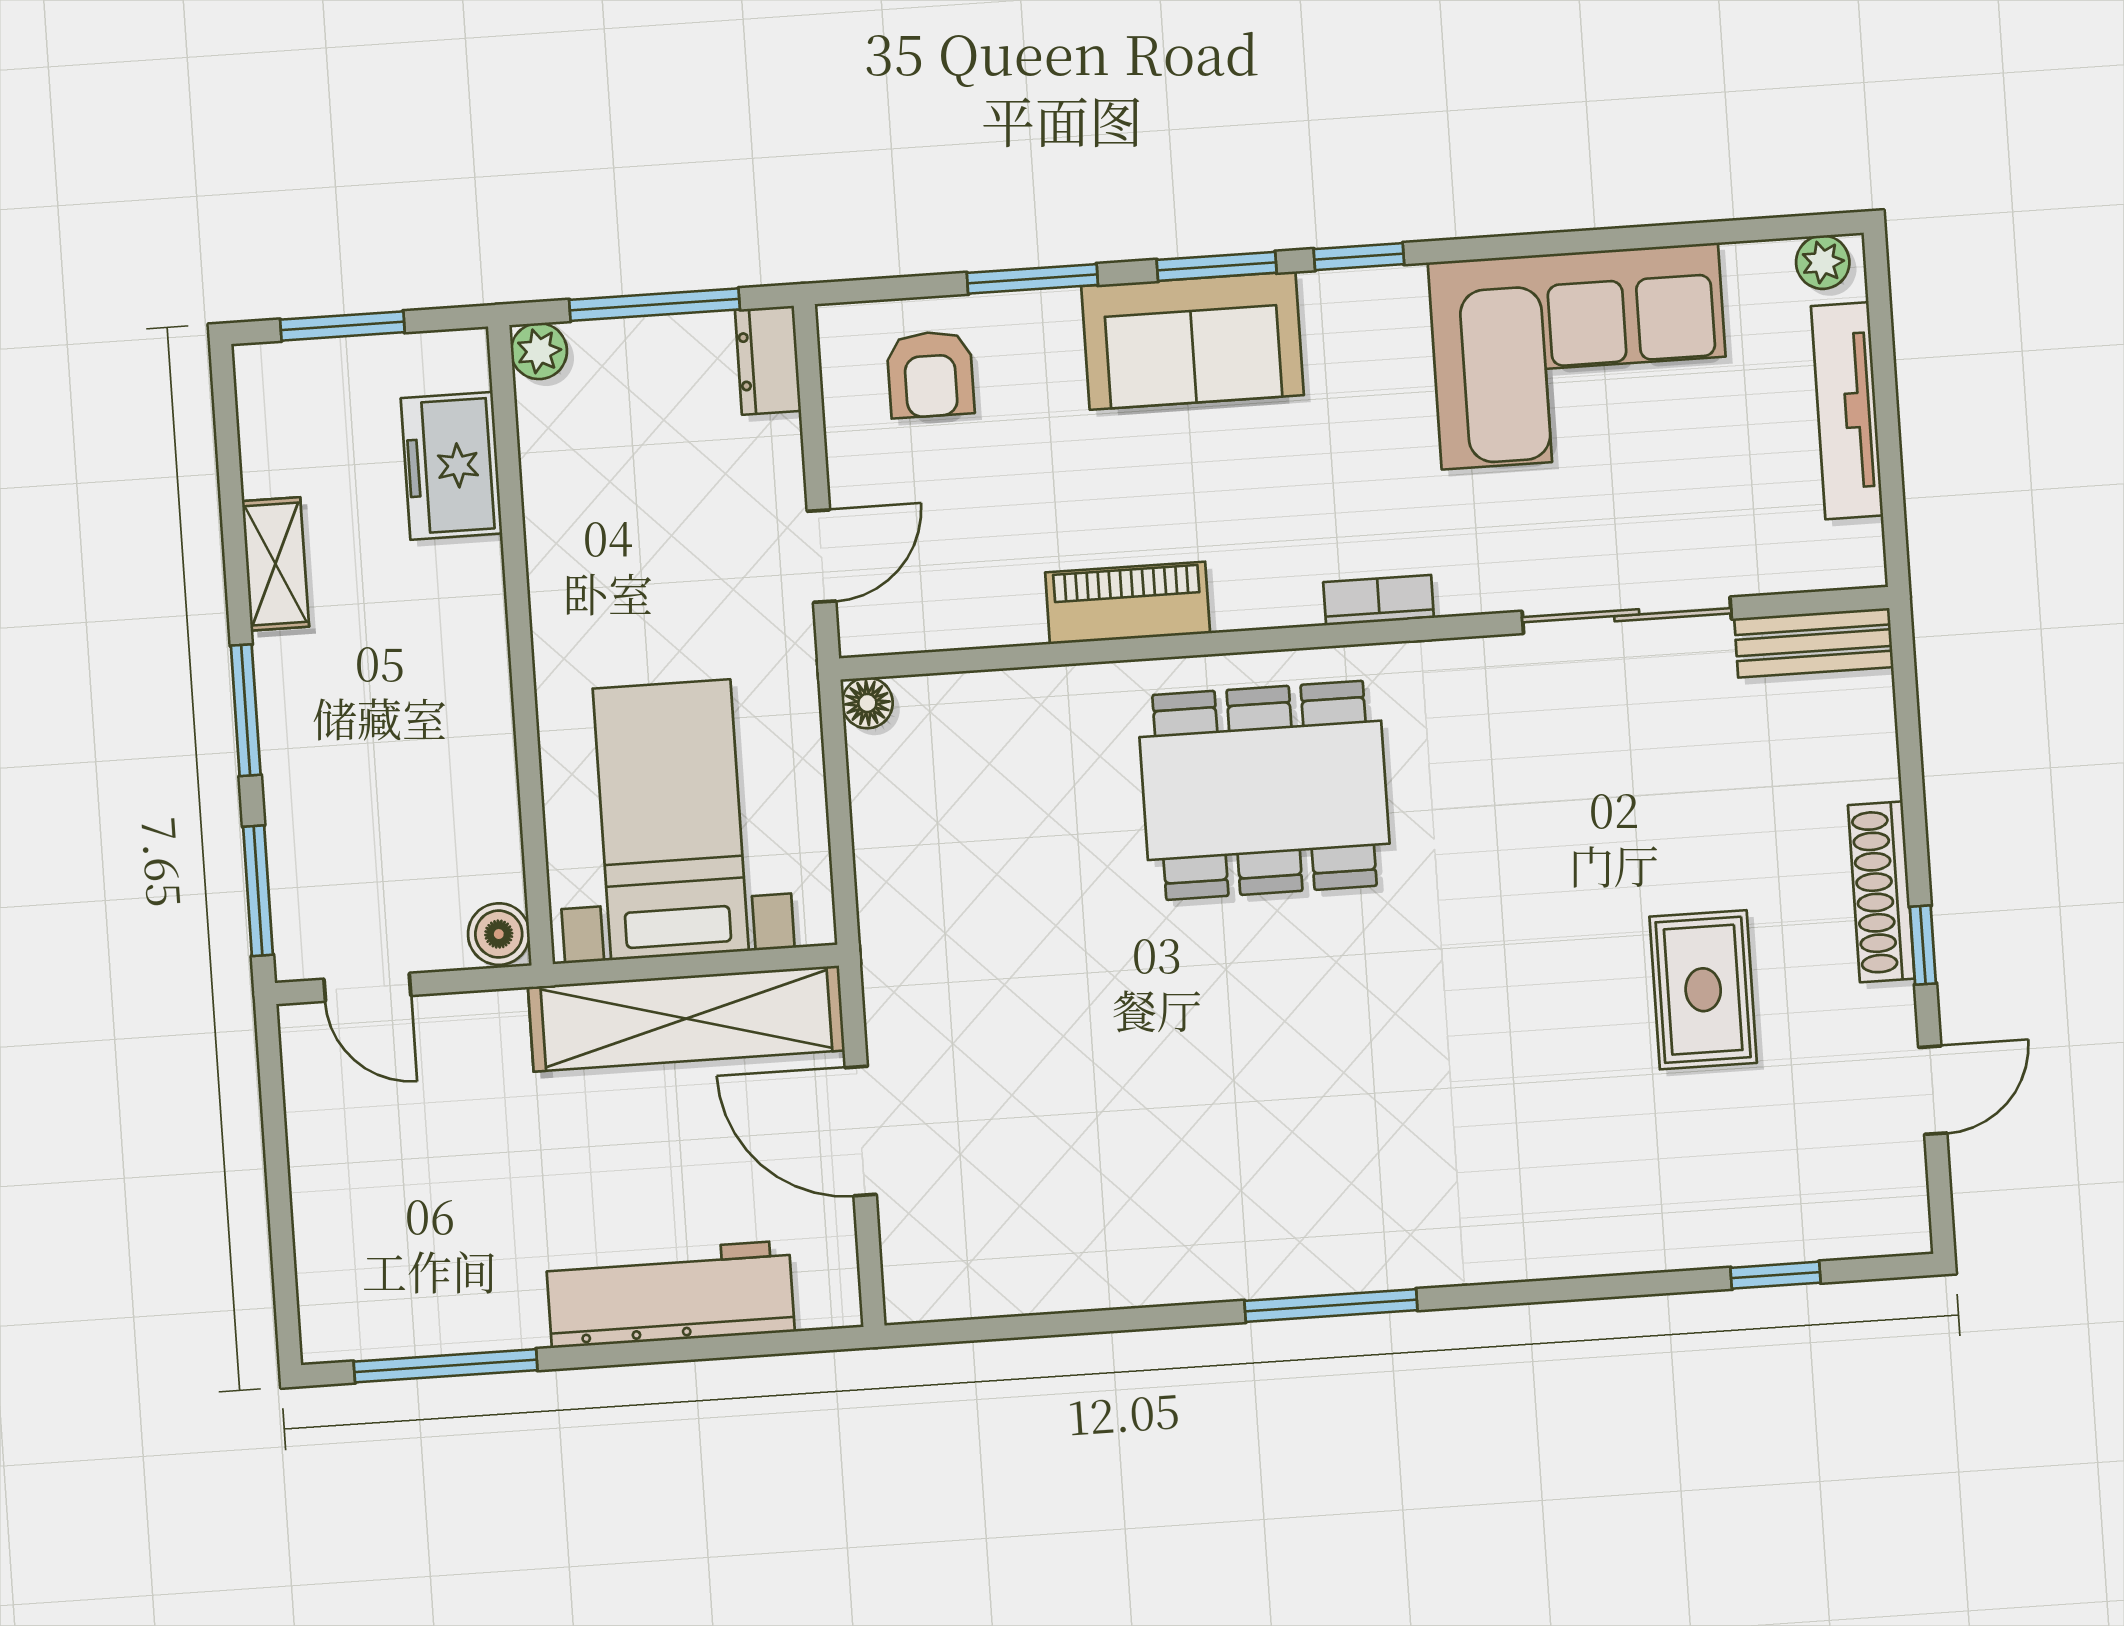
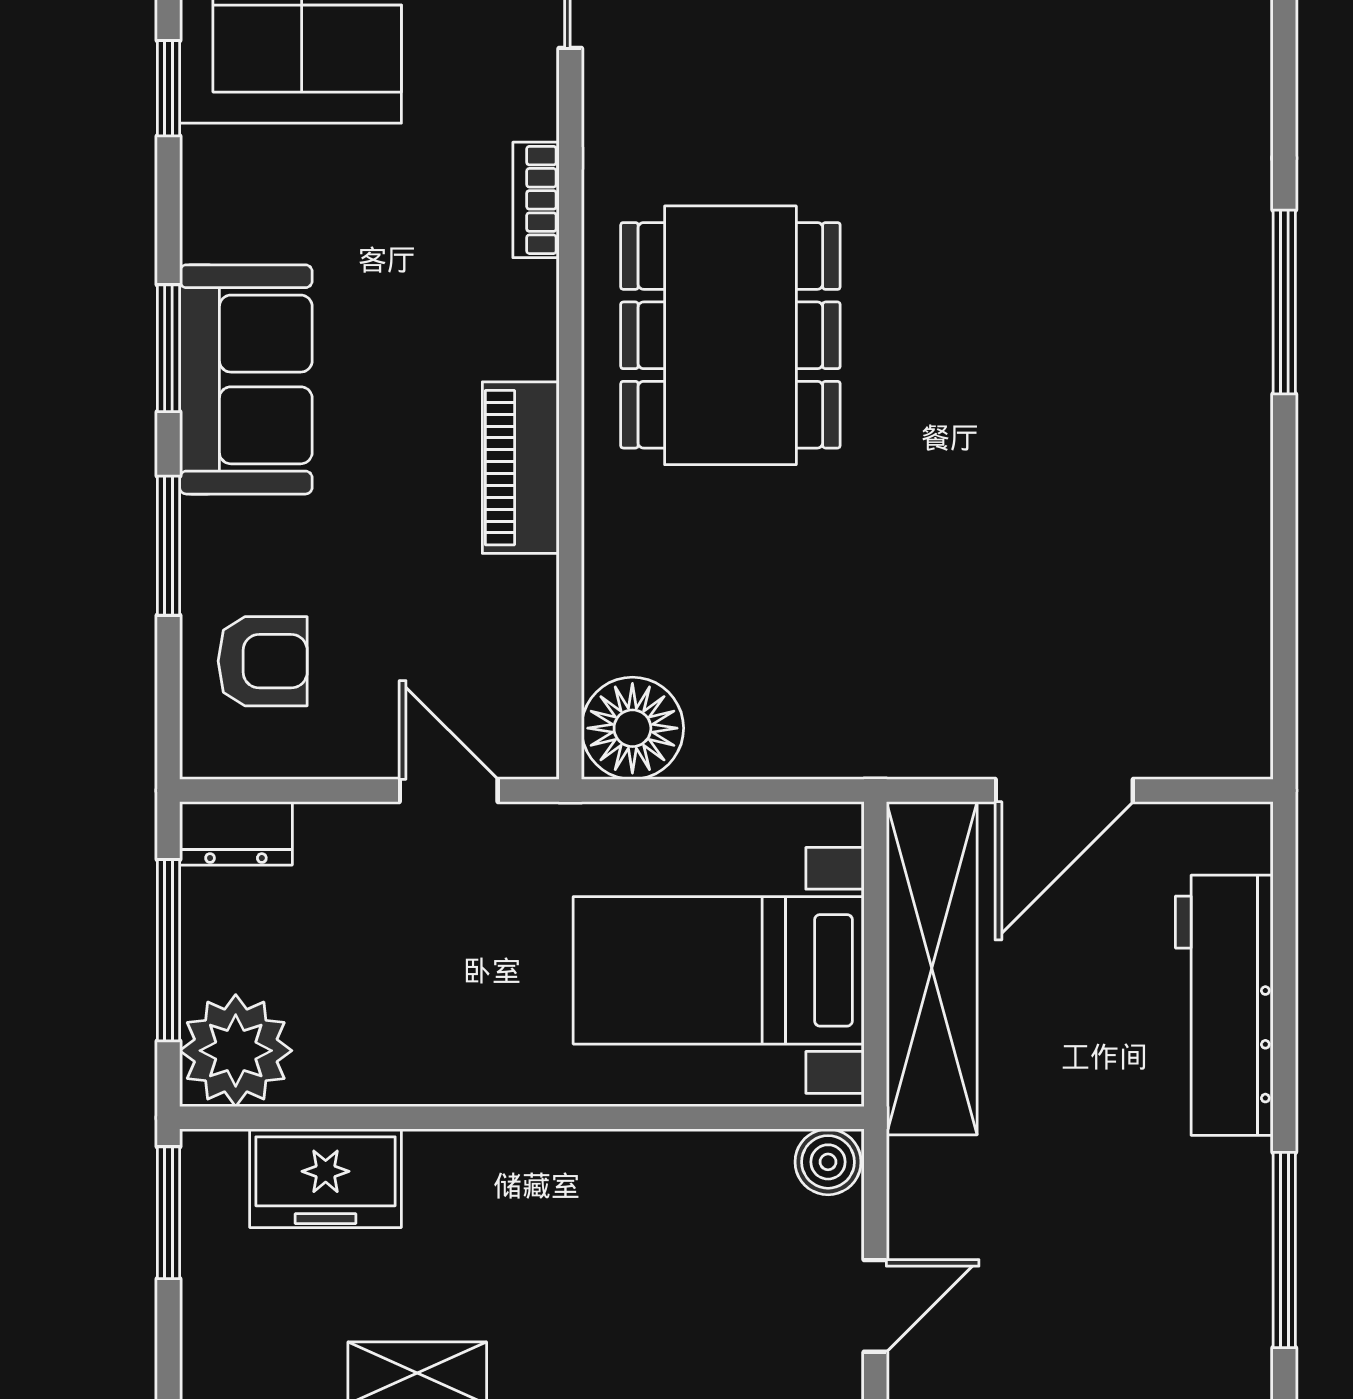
window: (1359, 257) -> (168, 88), moved
window: (342, 326) -> (168, 1213), moved
plant: (539, 351) -> (236, 1051), width x1.88, depth x1.88
floor lamp: (867, 703) -> (632, 728), width x1.89, depth x1.89

